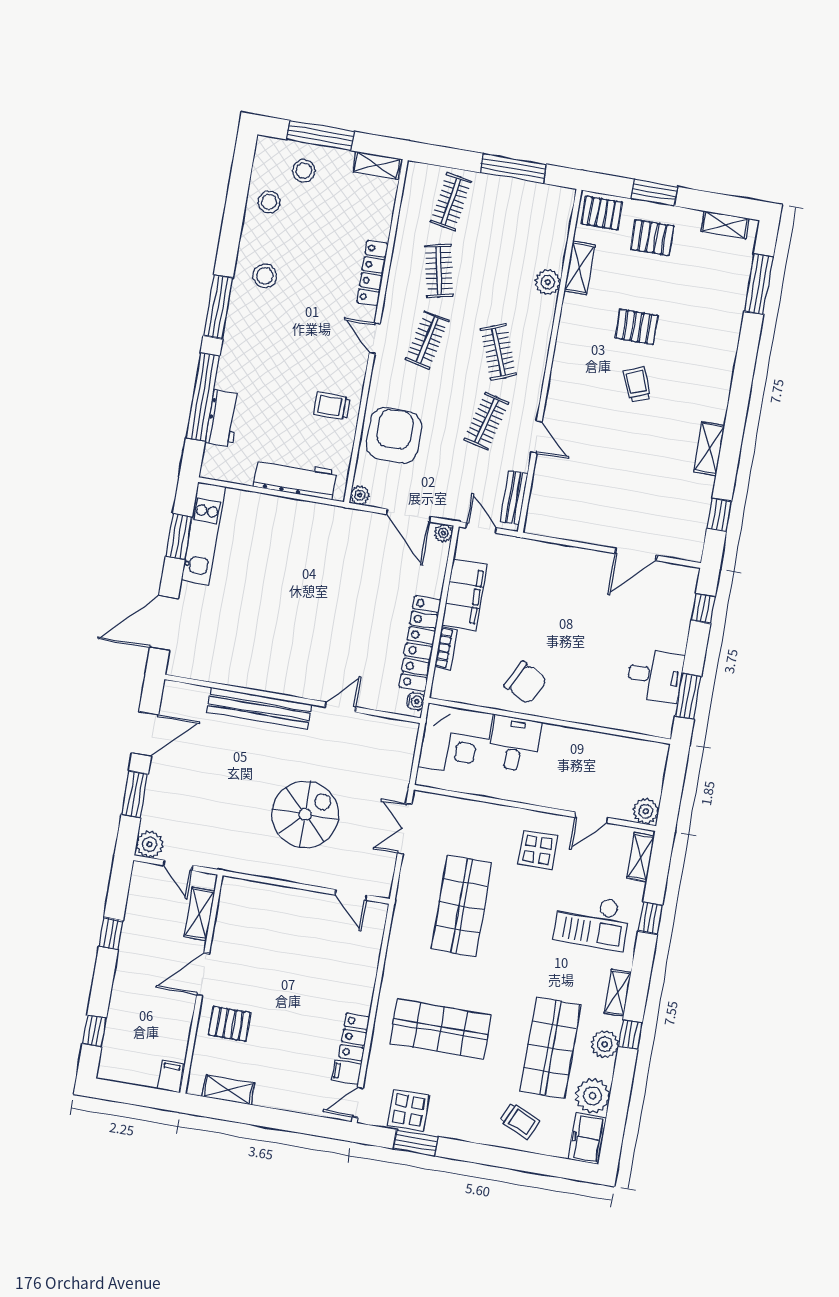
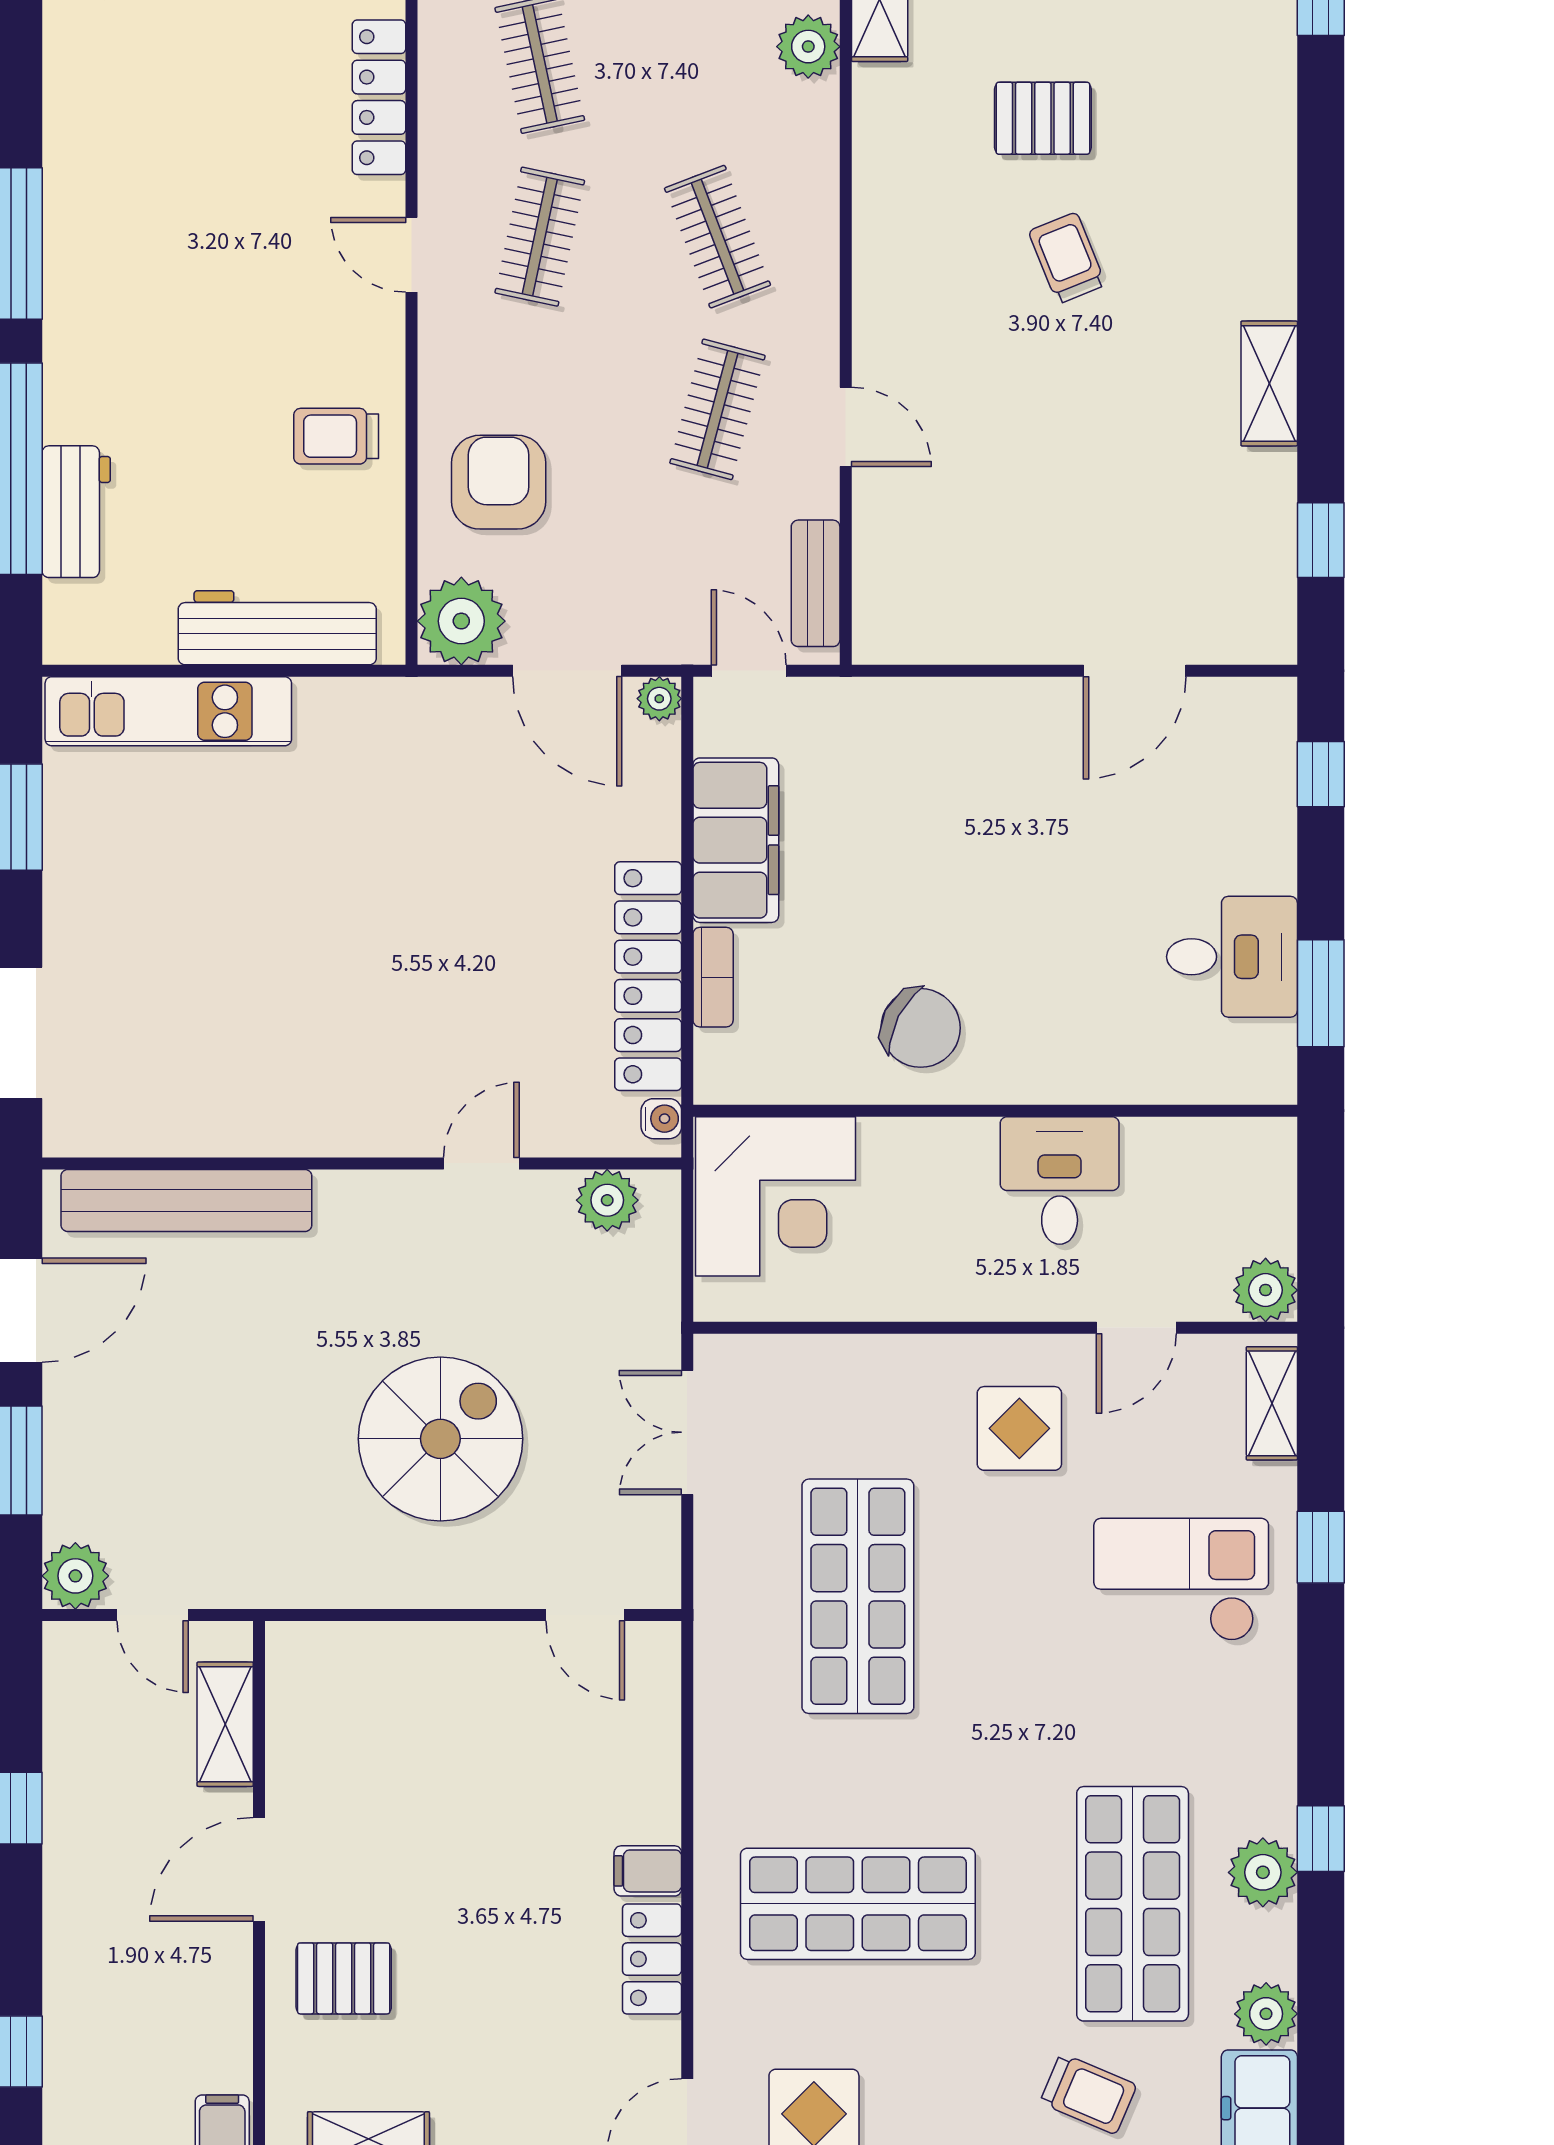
stool: (265, 276) -> (119, 149), removed
armchair: (394, 435) -> (499, 482), width x0.73, depth x0.73
plant: (360, 495) -> (461, 621), width x1.88, depth x1.88
kitchen unit: (203, 534) -> (168, 711), moved, turned 90
bench: (259, 708) -> (186, 1200), moved
plant: (388, 730) -> (607, 1200), added
desk: (515, 744) -> (1060, 1180), moved
checkout: (592, 921) -> (1181, 1580), turned 180
shelving: (618, 993) -> (1273, 1742), removed
filing cabinet: (347, 1072) -> (648, 1871), moved
plant: (593, 1096) -> (1266, 2014), width x0.73, depth x0.73

